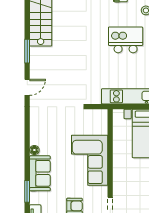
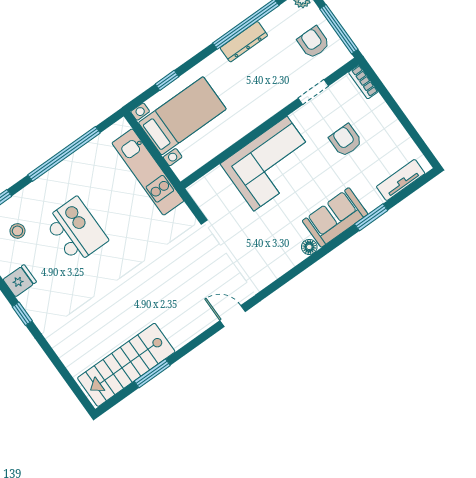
kitchen island: (126, 40) -> (76, 230), turned 180
window: (27, 51) -> (152, 373), moved

